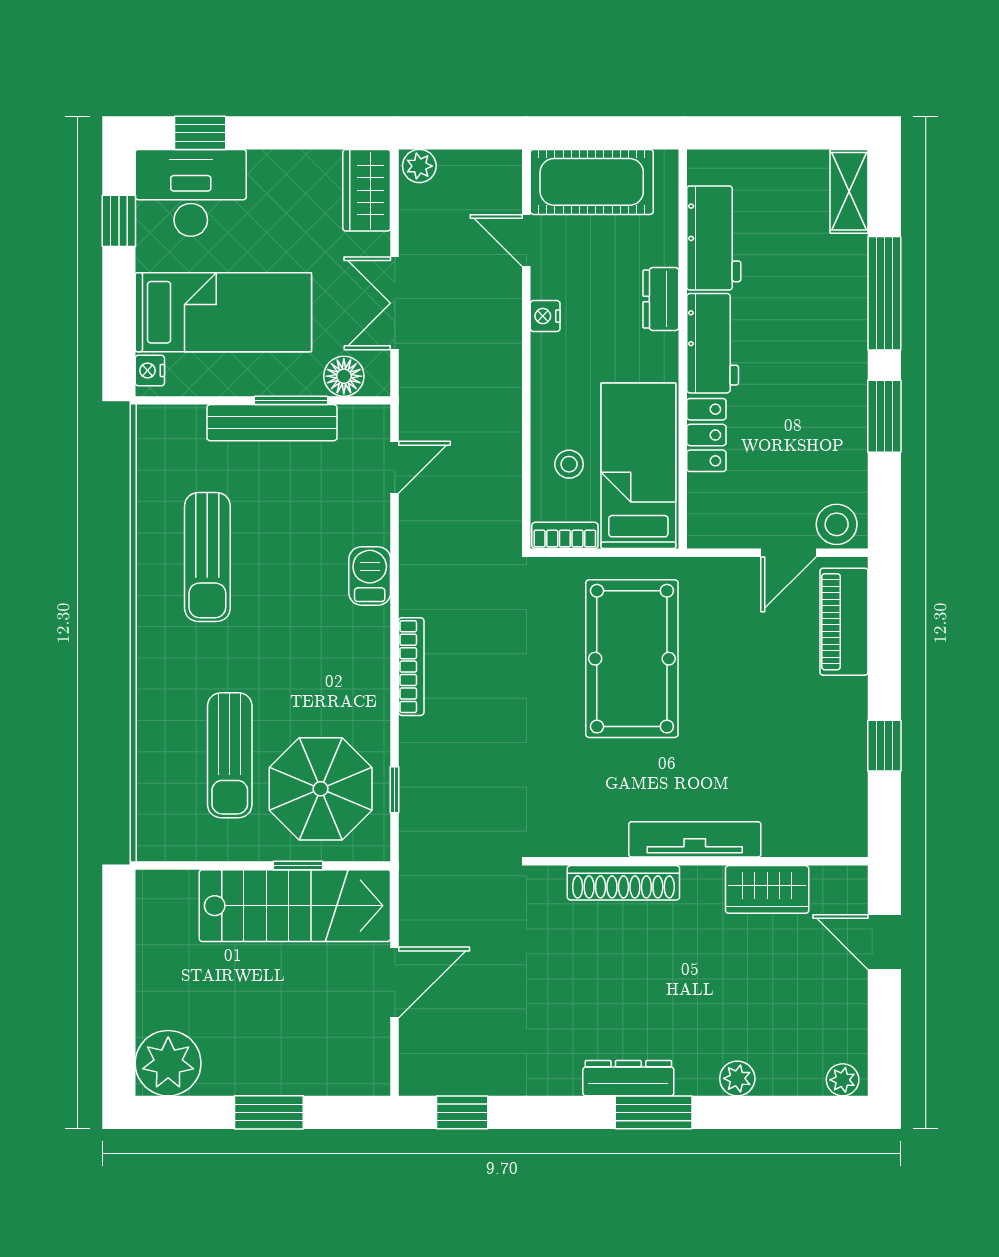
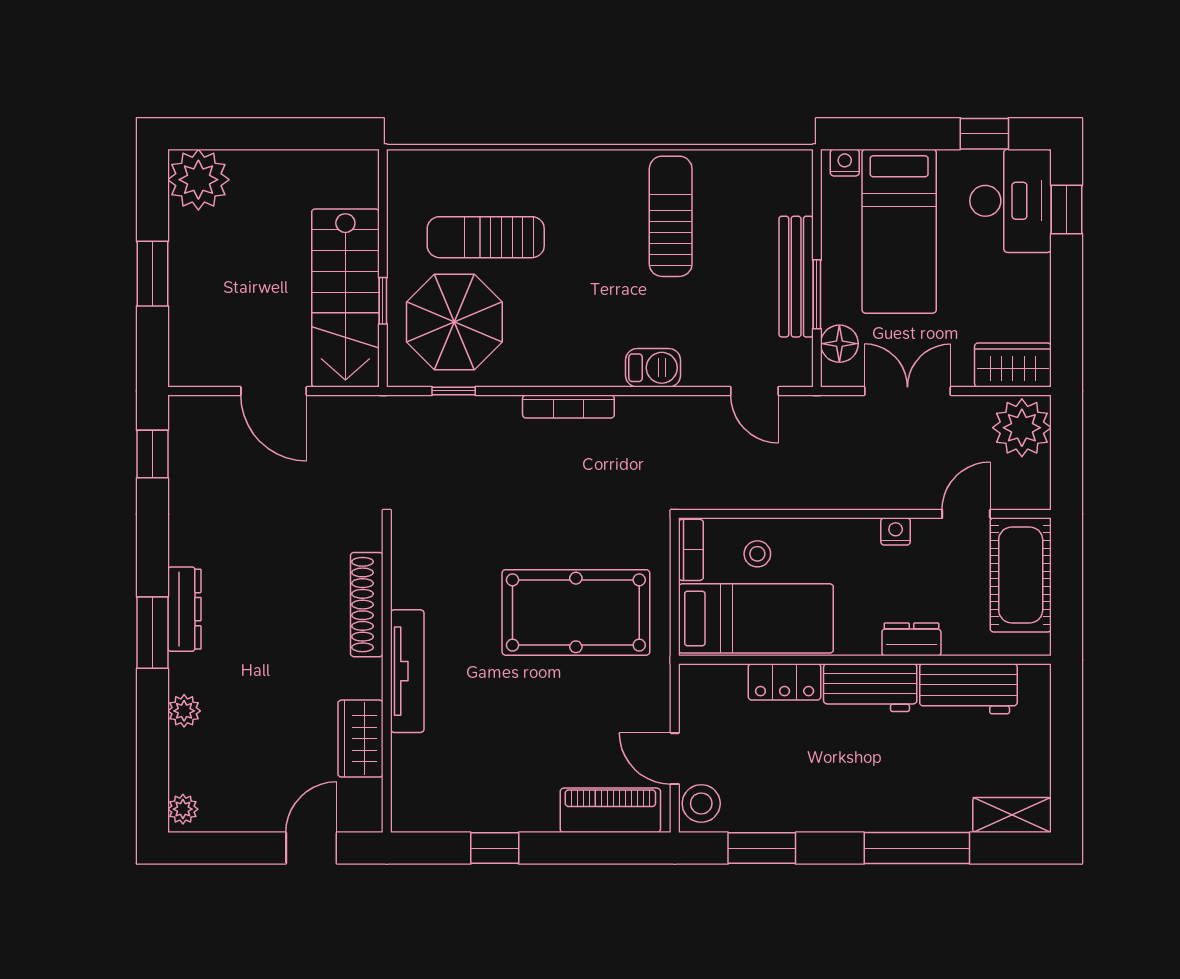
plant: (419, 166) -> (1022, 428), width x1.88, depth x1.88
window: (884, 416) -> (762, 848), moved
sun lounger: (207, 557) -> (671, 216), turned 90

